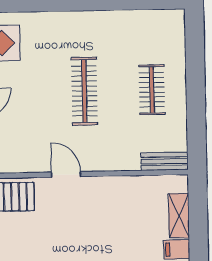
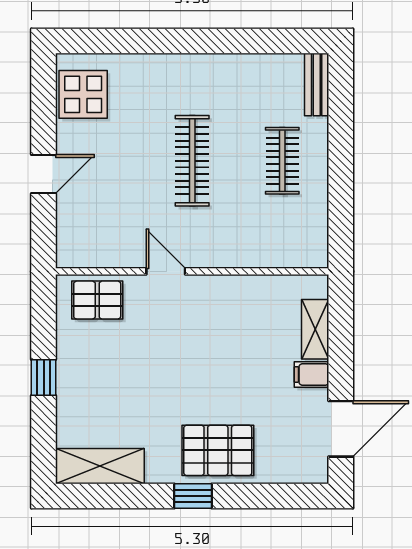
bench: (164, 161) -> (317, 84), moved, turned 90

